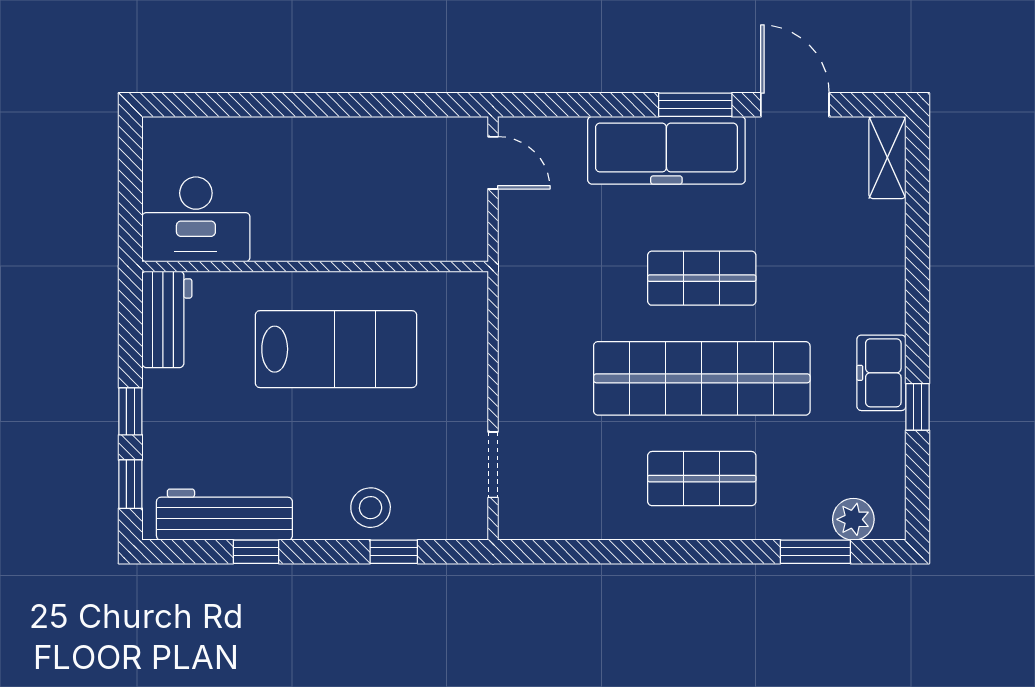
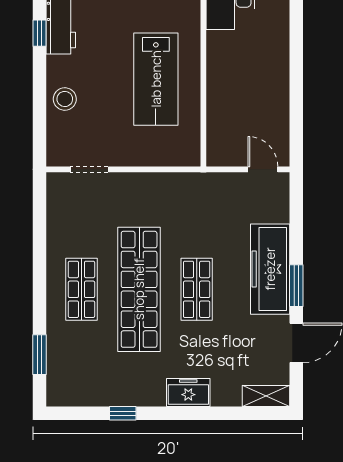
door: (493, 163) -> (263, 169), swing flipped
freezer: (881, 373) -> (188, 393), moved
plant: (853, 519) -> (58, 376), removed
window: (394, 552) -> (39, 112), removed

